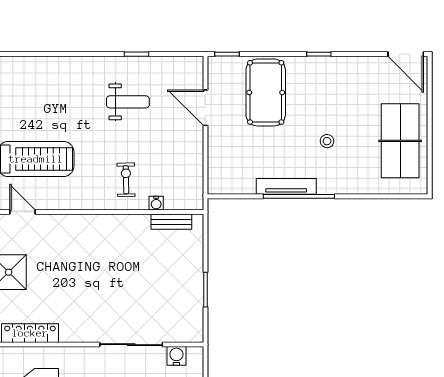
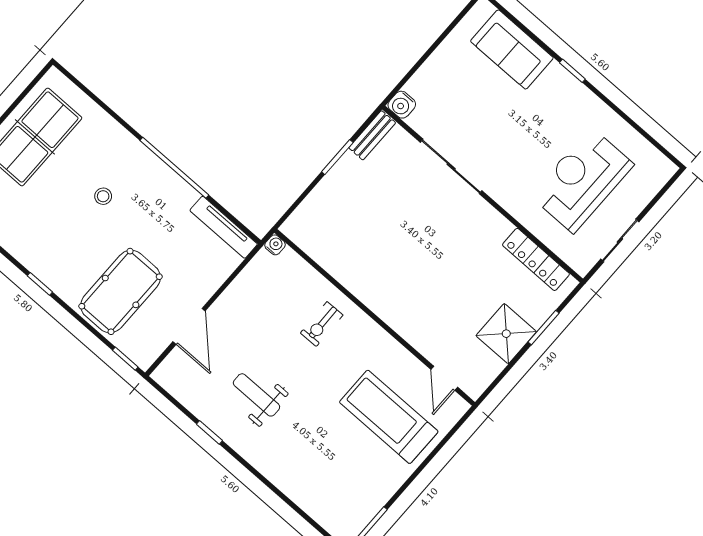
tv unit: (286, 186) -> (224, 227), moved
water cooler: (156, 203) -> (275, 245), moved
bench: (171, 222) -> (372, 135), moved, turned 90
water cooler: (176, 356) -> (402, 105), moved

